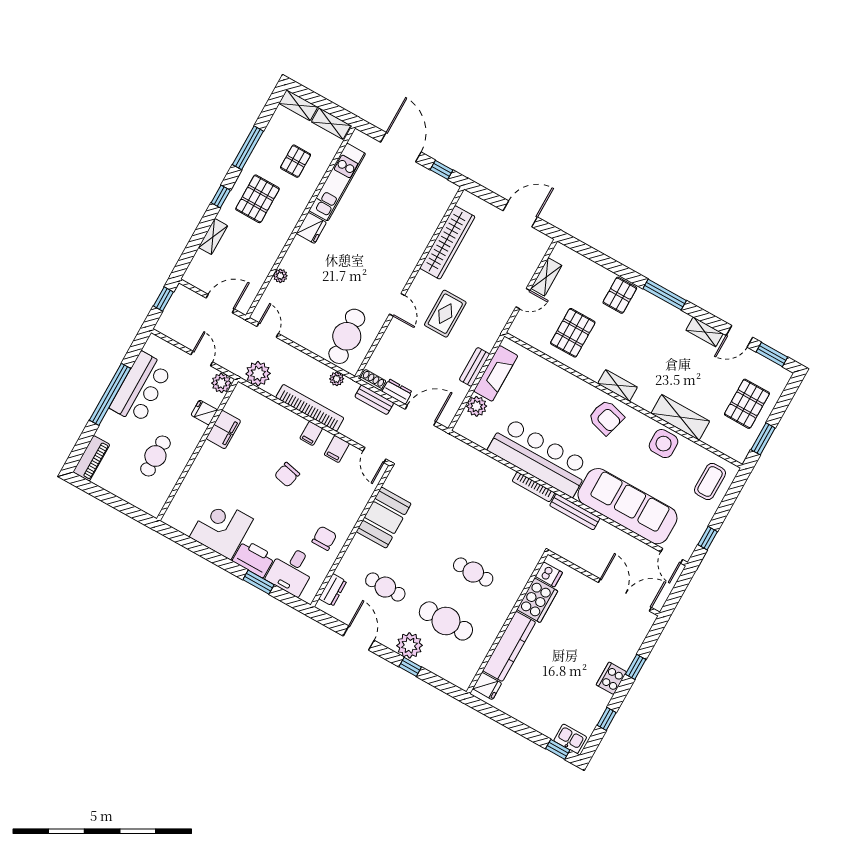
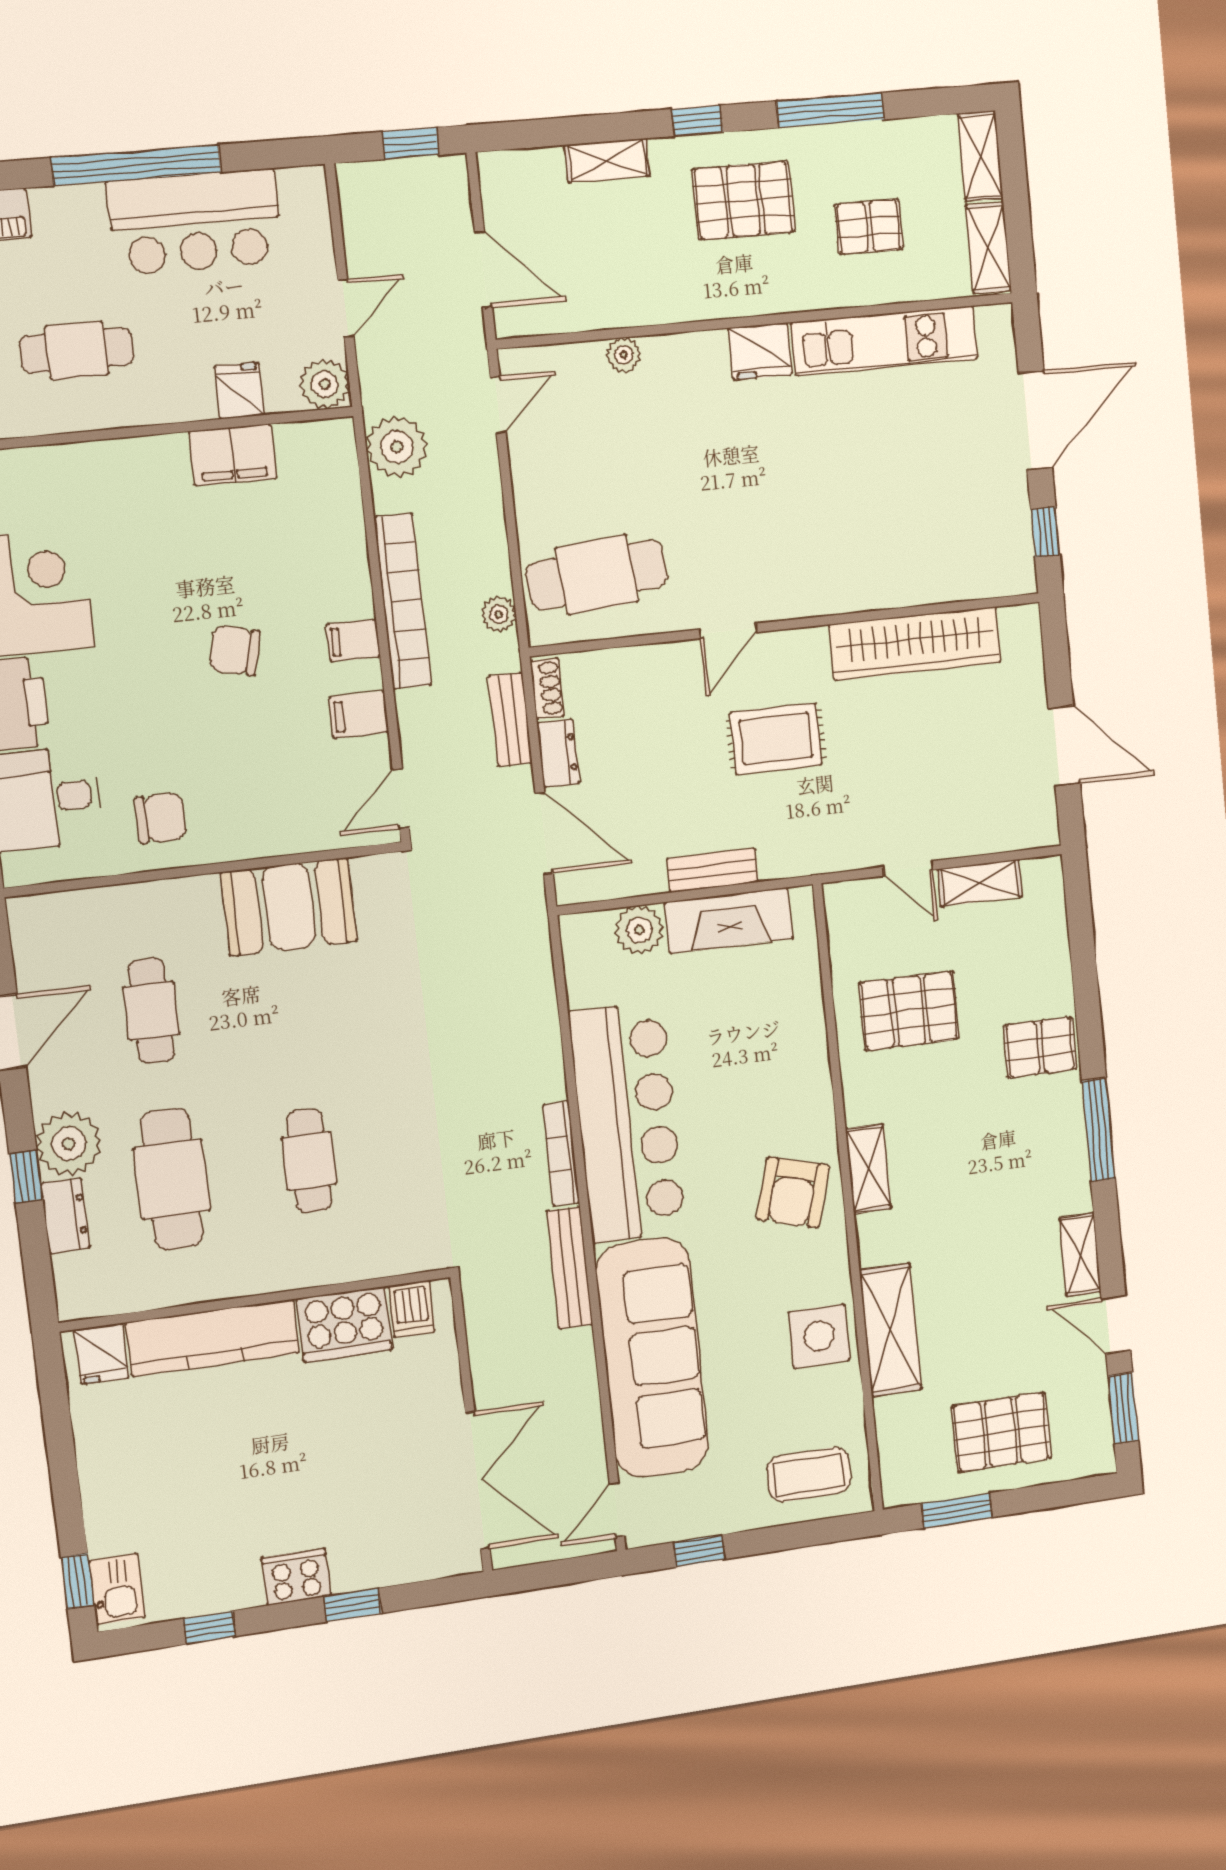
dresser: (333, 590) -> (65, 1216), moved, turned -90

